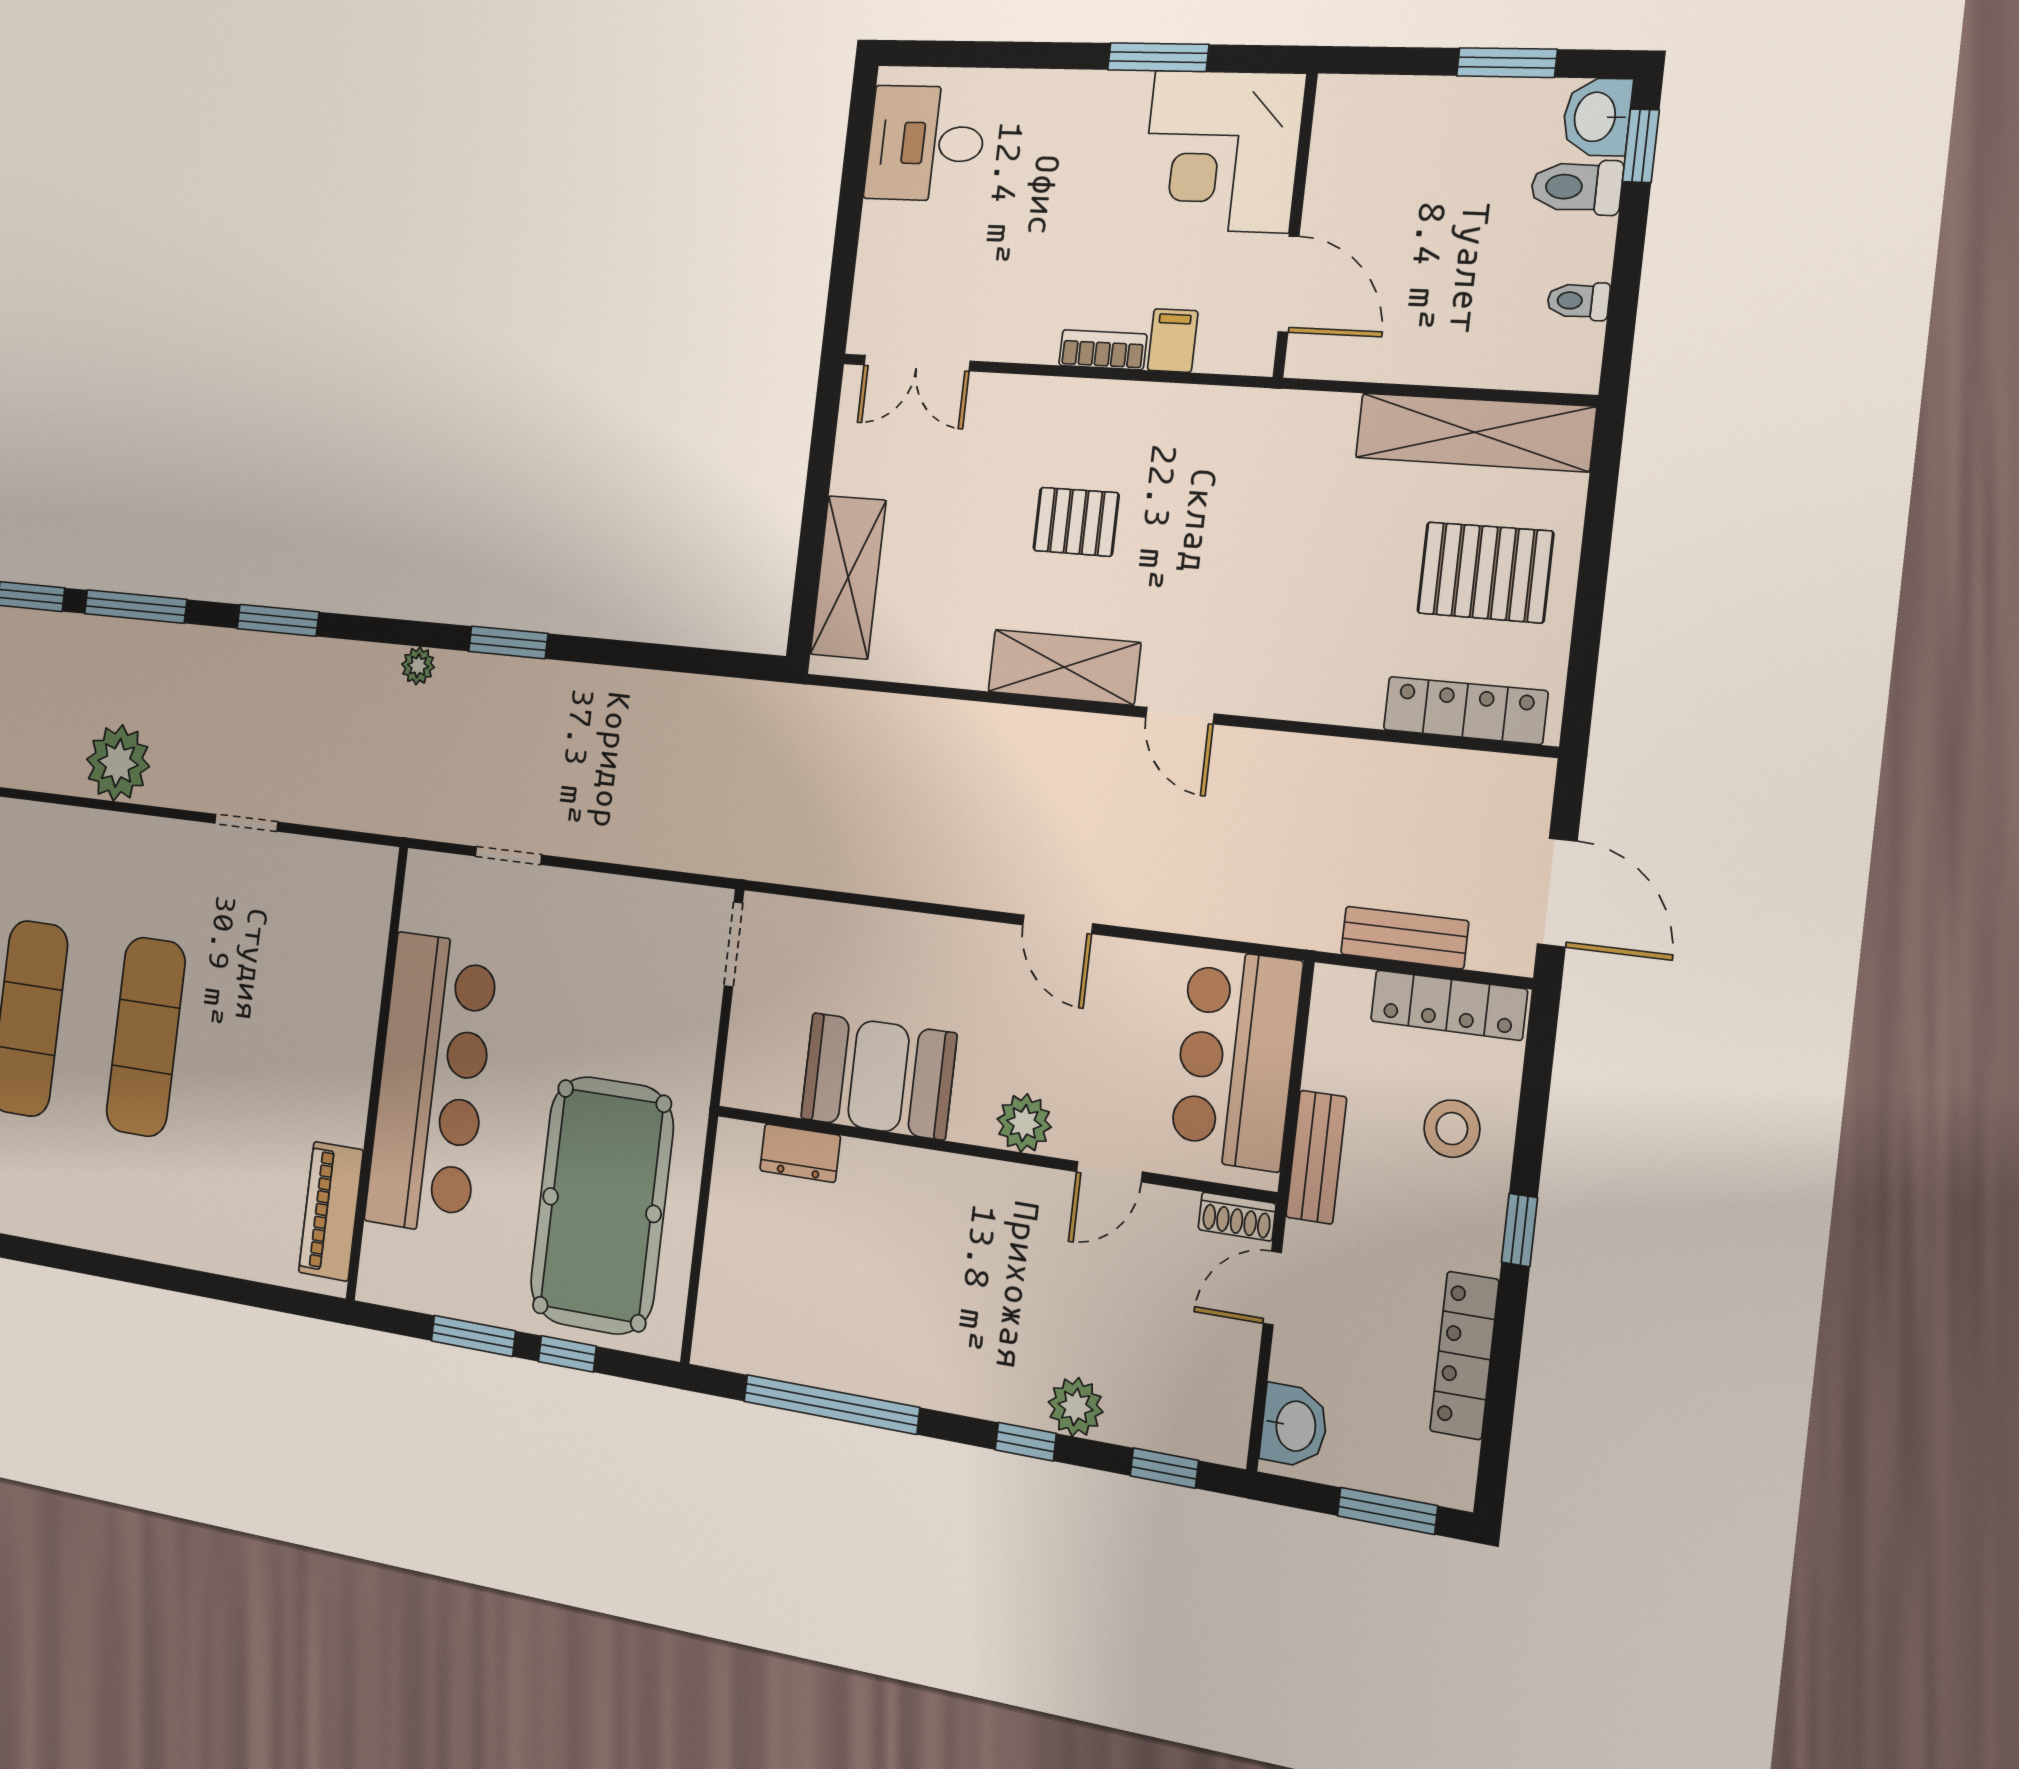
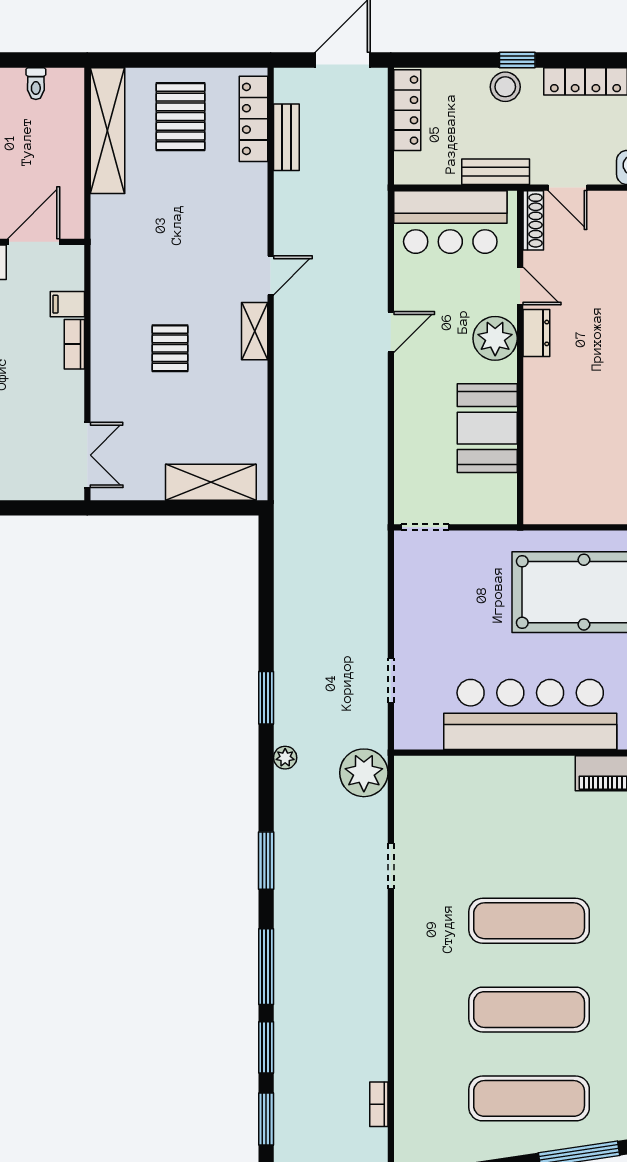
shelving: (1064, 667) -> (255, 331), width x0.67, depth x0.75
plant: (118, 763) -> (364, 773), moved
bench: (1405, 938) -> (286, 137), moved
plant: (1024, 1123) -> (495, 338), width x1.36, depth x1.36
stool: (1452, 1129) -> (505, 87), moved
dresser: (800, 1153) -> (536, 333), moved
shoe rack: (1237, 1217) -> (533, 220), width x1.43

